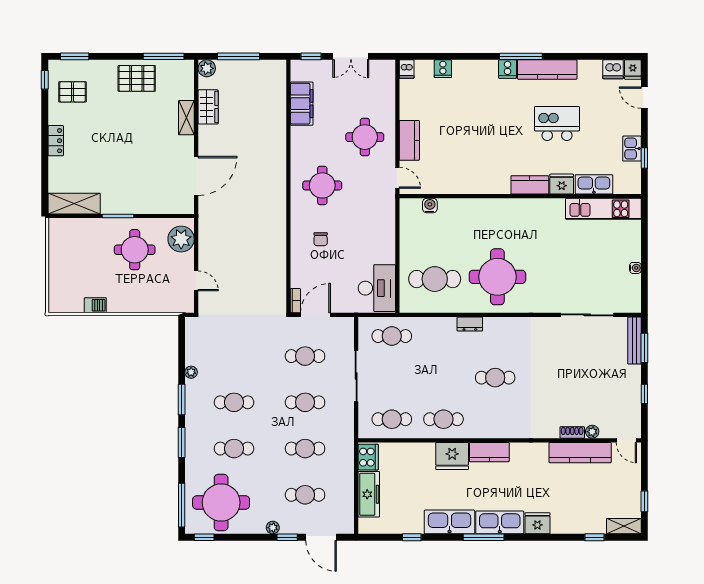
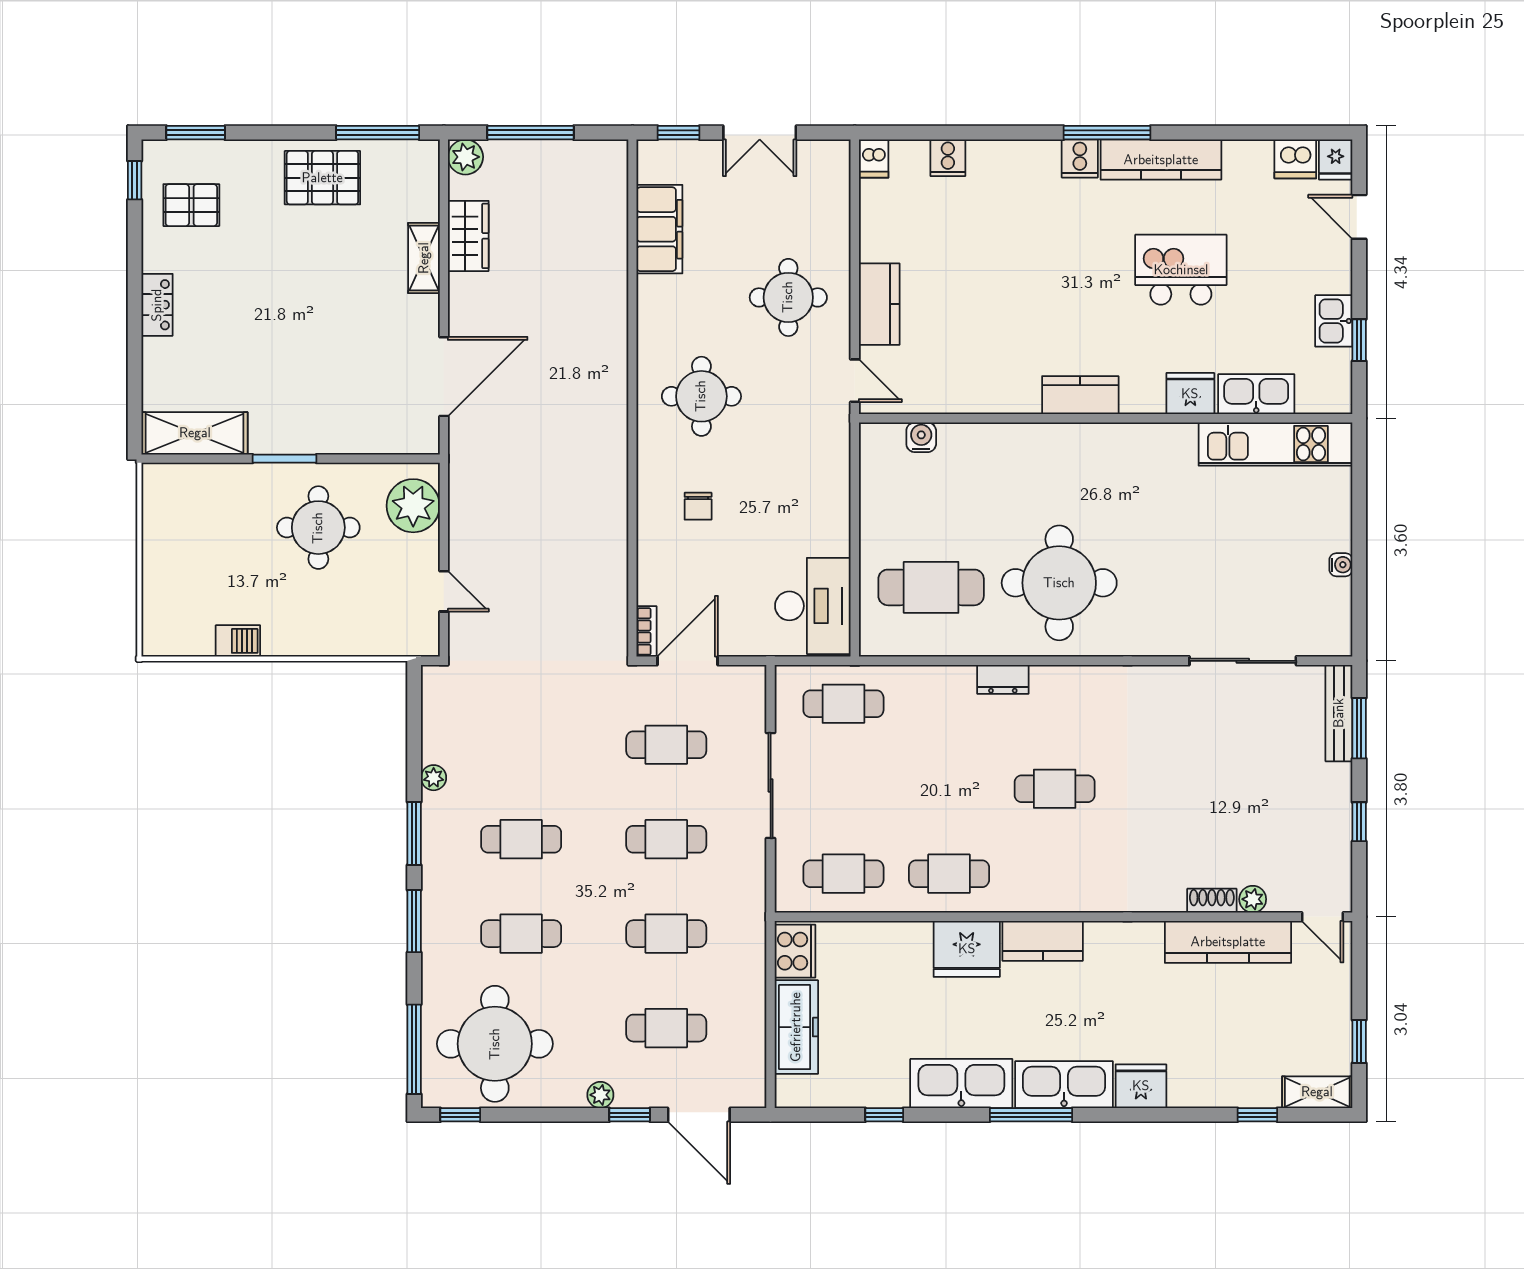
kitchen counter: (530, 185) -> (1080, 395), moved

